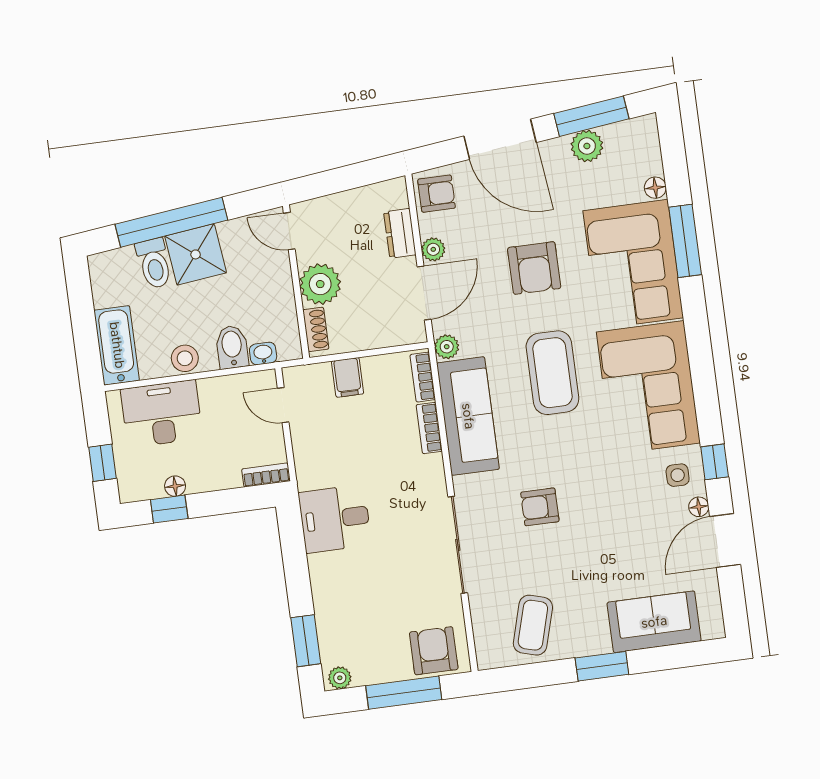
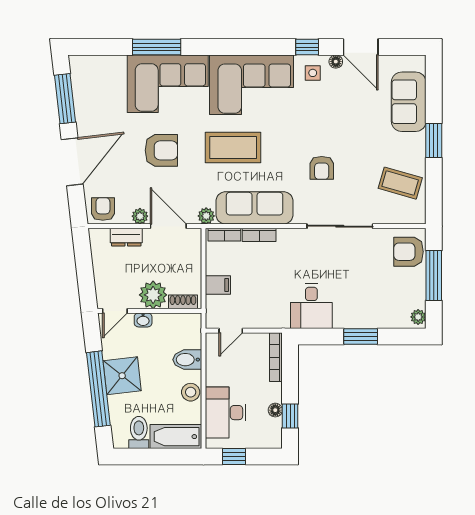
plant: (587, 146) -> (84, 104), removed
floor lamp: (655, 188) -> (118, 62), removed
toilet: (154, 263) -> (139, 432), moved, turned -83
washbasin: (263, 353) -> (143, 320), moved, turned -90
window: (102, 463) -> (234, 457), moved
bookcase: (266, 475) -> (276, 357), width x1.56
window: (306, 641) -> (361, 336), moved

